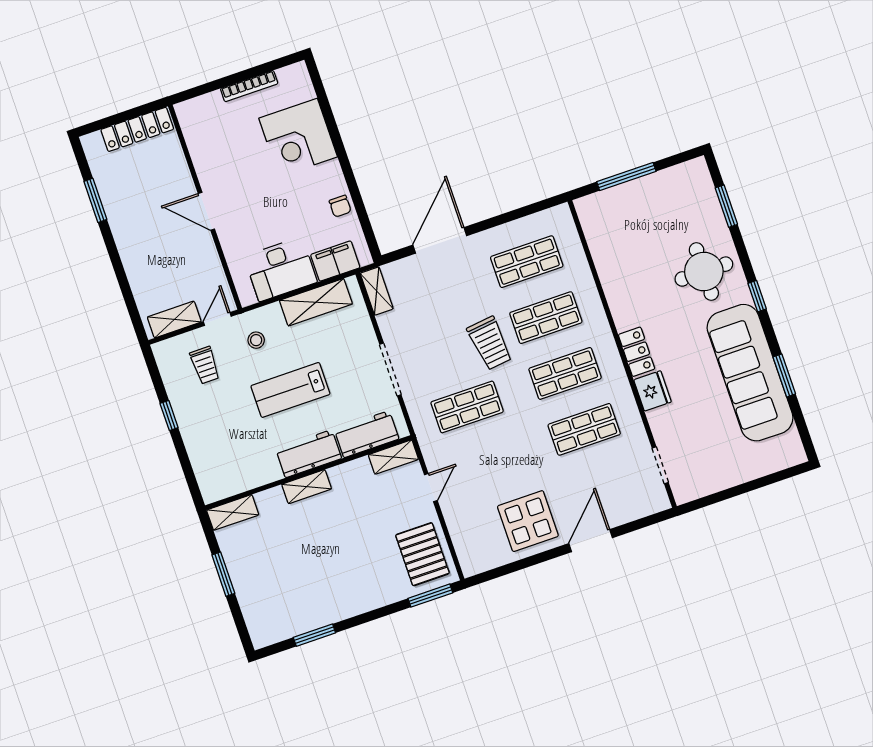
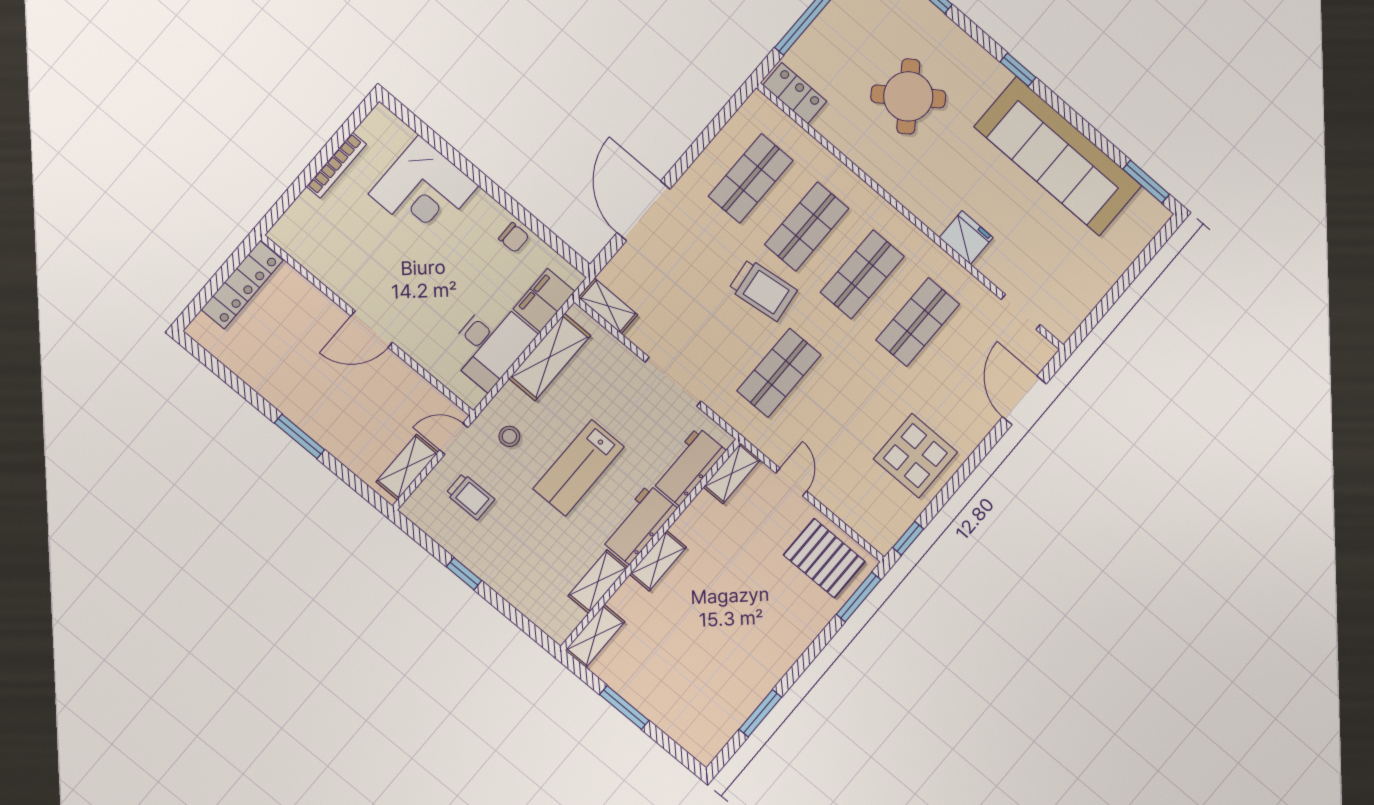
window: (95, 200) -> (300, 436), moved
round table: (704, 272) -> (908, 96), moved, turned -36
door: (217, 319) -> (454, 439), hinge flipped
locker: (637, 352) -> (795, 93), moved
window: (784, 375) -> (1146, 182), moved
shelving: (257, 476) -> (598, 581), added
door: (591, 541) -> (1024, 400), moved
window: (489, 575) -> (908, 538), added

